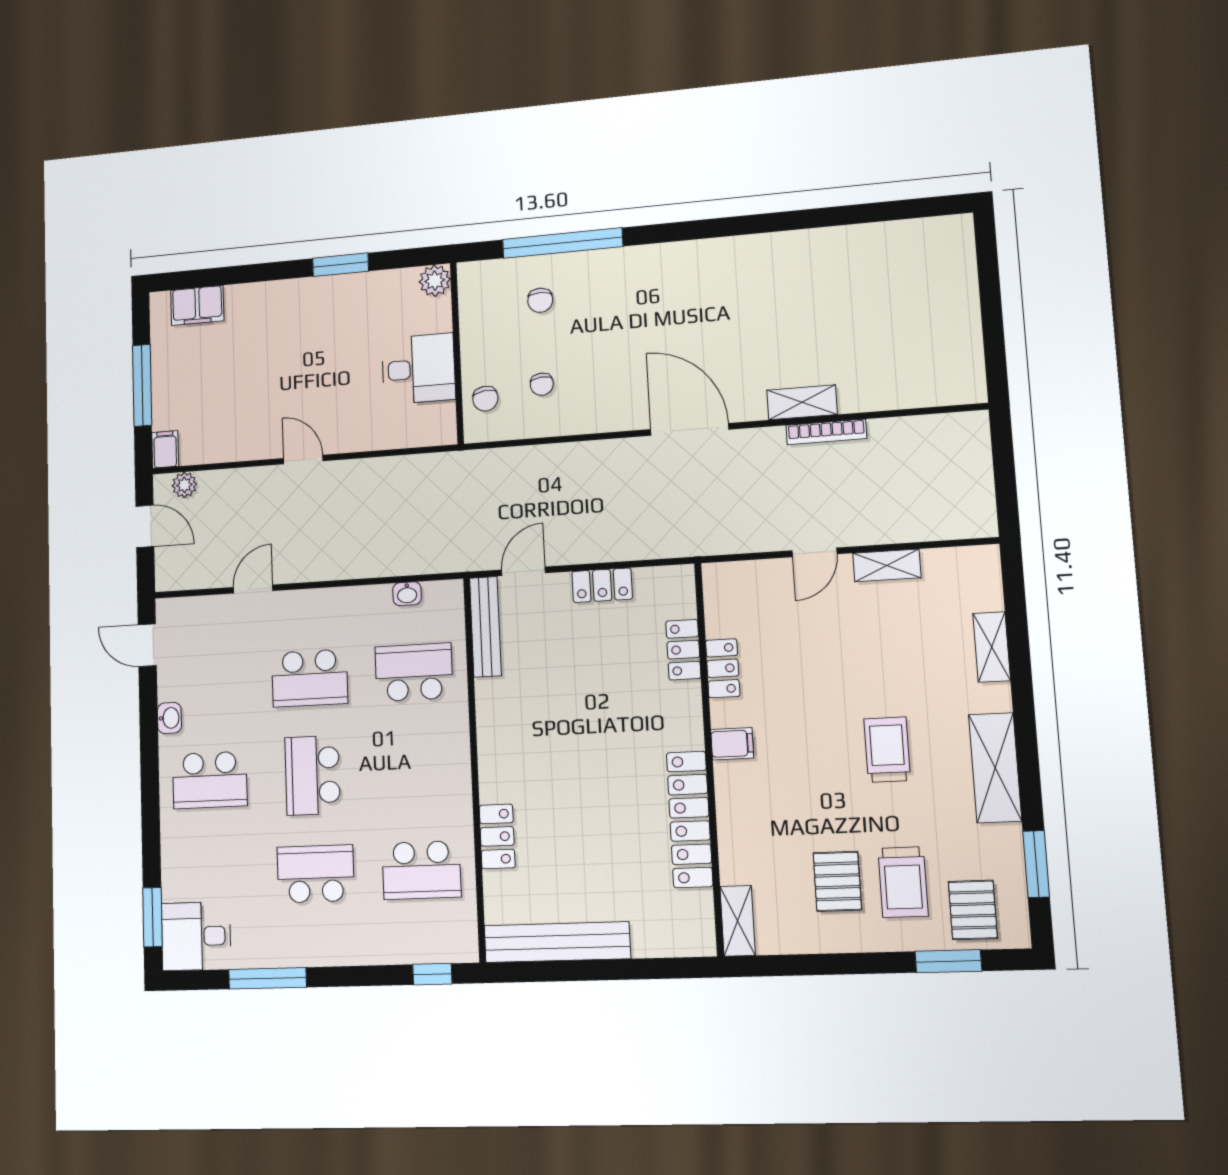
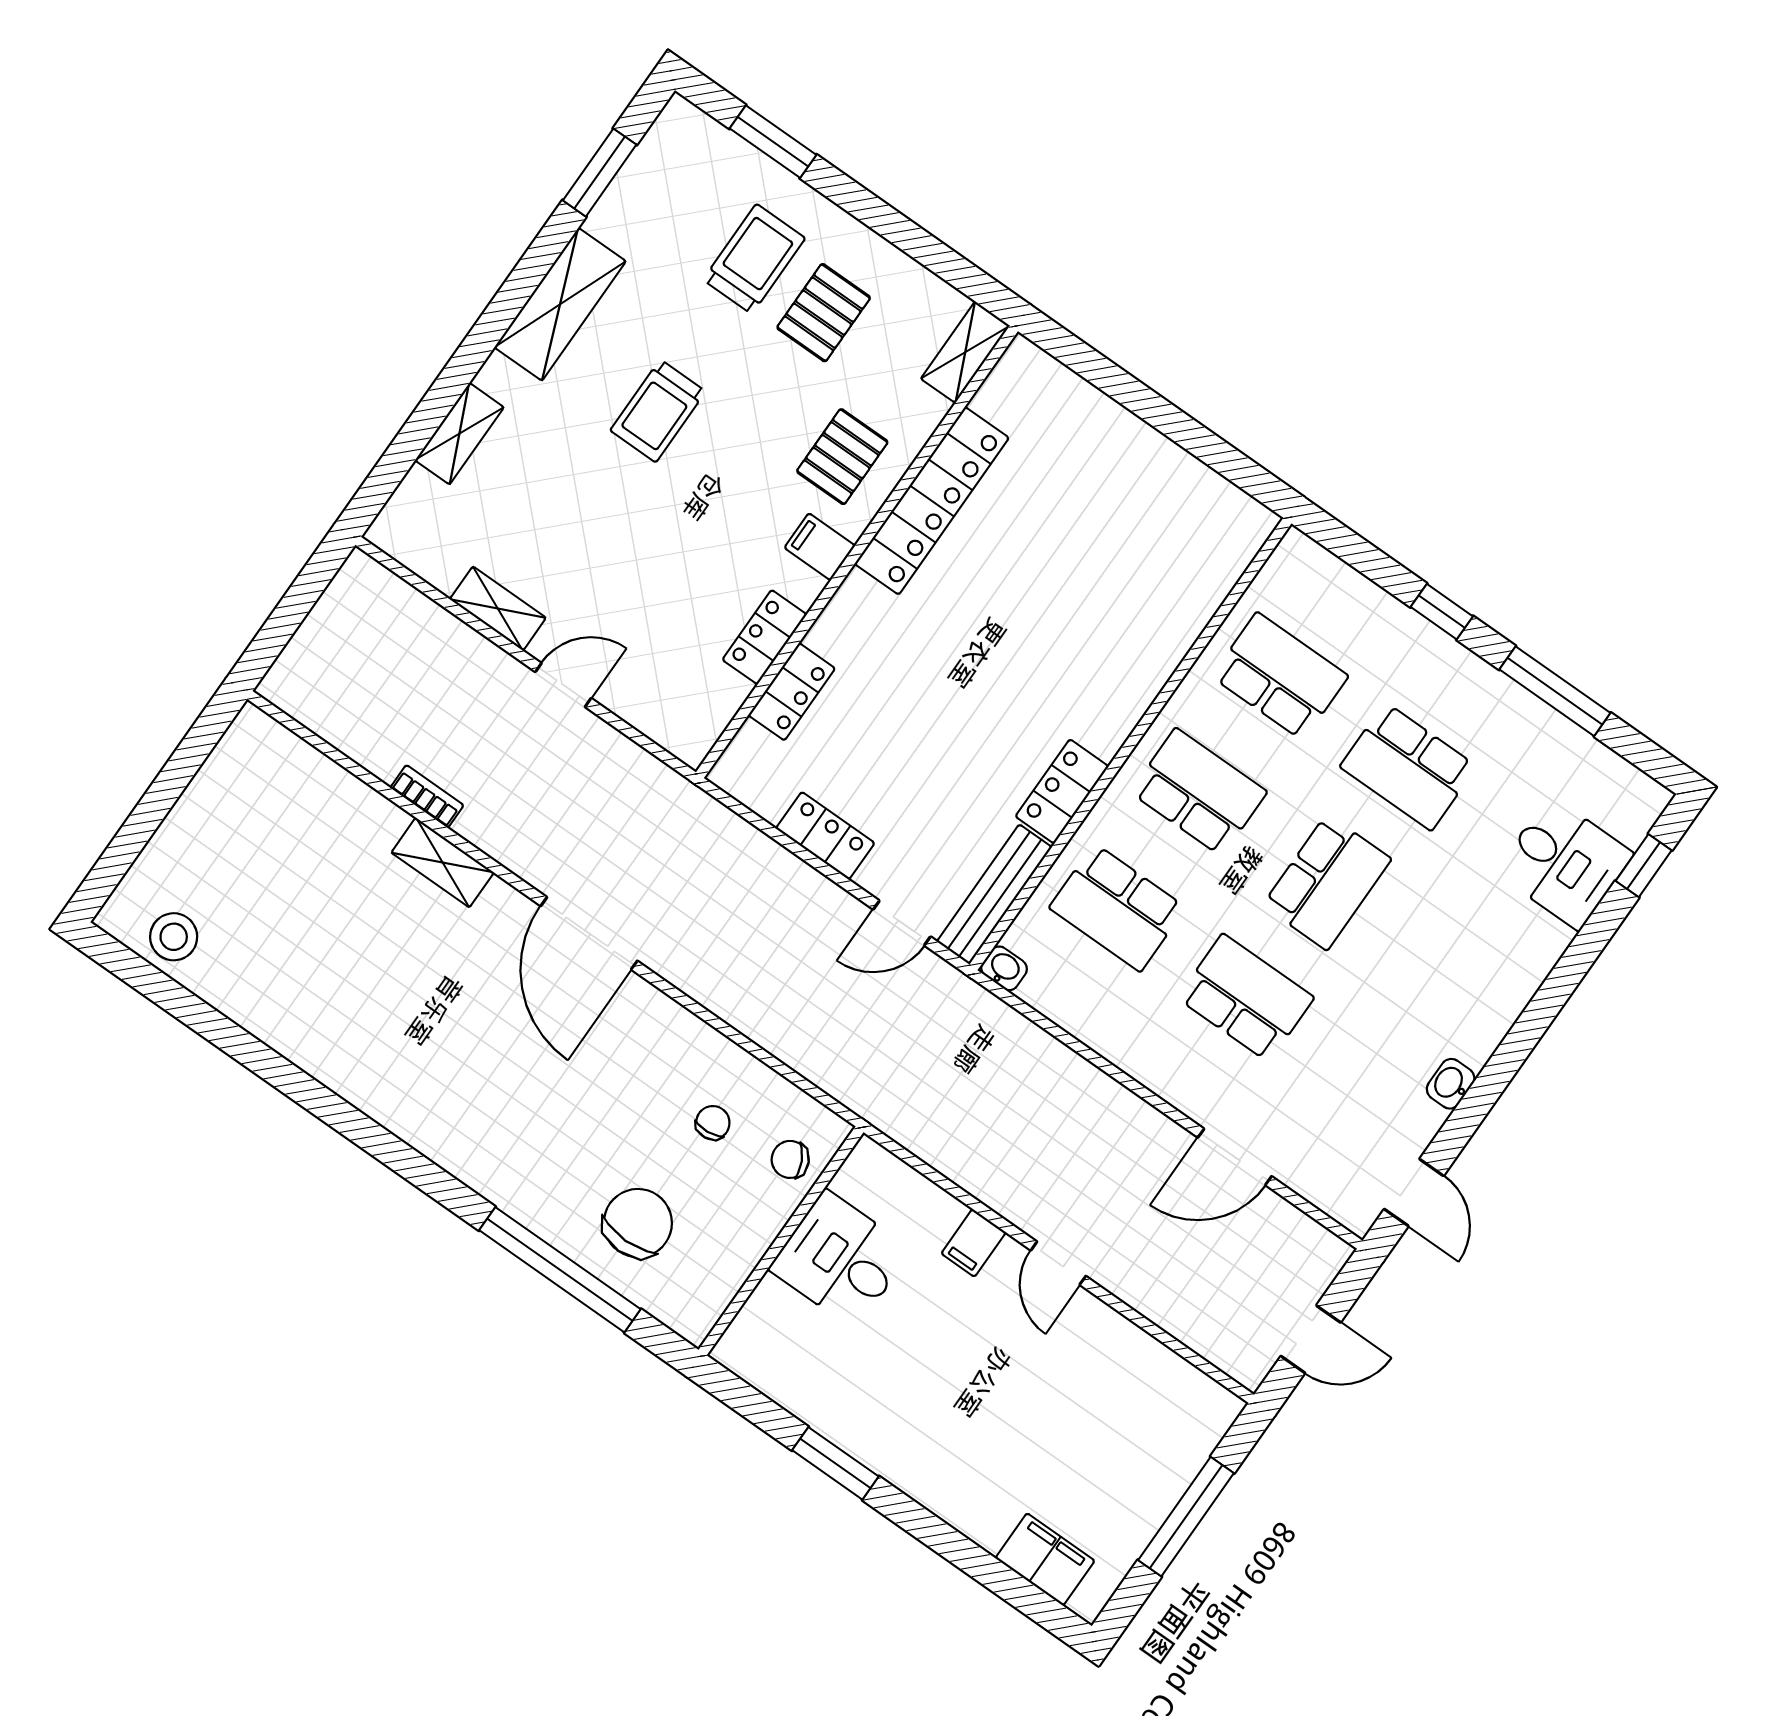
stool: (919, 243) -> (174, 937), added
plant: (435, 281) -> (740, 1350), removed
chair: (540, 300) -> (638, 1223), width x1.87, depth x1.87
chair: (485, 399) -> (790, 1159), turned -110
bookcase: (826, 432) -> (427, 796), width x0.64
filing cabinet: (165, 449) -> (974, 1243), moved
plant: (184, 485) -> (1225, 1350), removed
door: (145, 526) -> (1311, 1339), swing flipped
door: (253, 589) -> (1235, 1157), width x1.38
washbasin: (407, 594) -> (1004, 968), moved
school desk: (210, 780) -> (1199, 792), moved
locker: (497, 836) -> (1062, 791), moved
pallet: (973, 910) -> (842, 457), moved
window: (152, 917) -> (1644, 866), width x0.67
desk: (196, 936) -> (1564, 863), moved
bench: (557, 942) -> (1185, 480), removed
window: (432, 974) -> (1442, 612), moved

